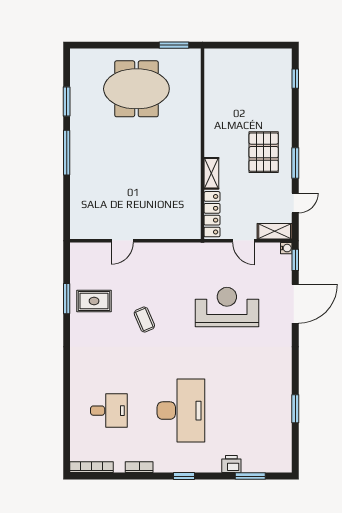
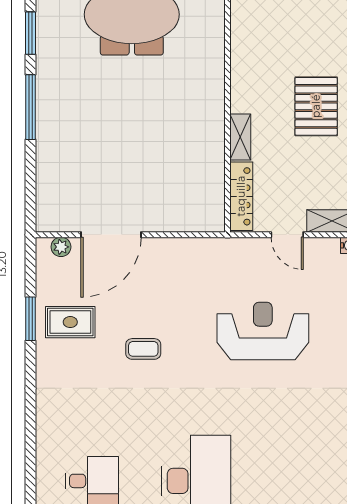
door: (122, 241) -> (111, 235), width x1.88
plant: (88, 249) -> (61, 247), added
coffee table: (144, 320) -> (143, 349), turned -67

